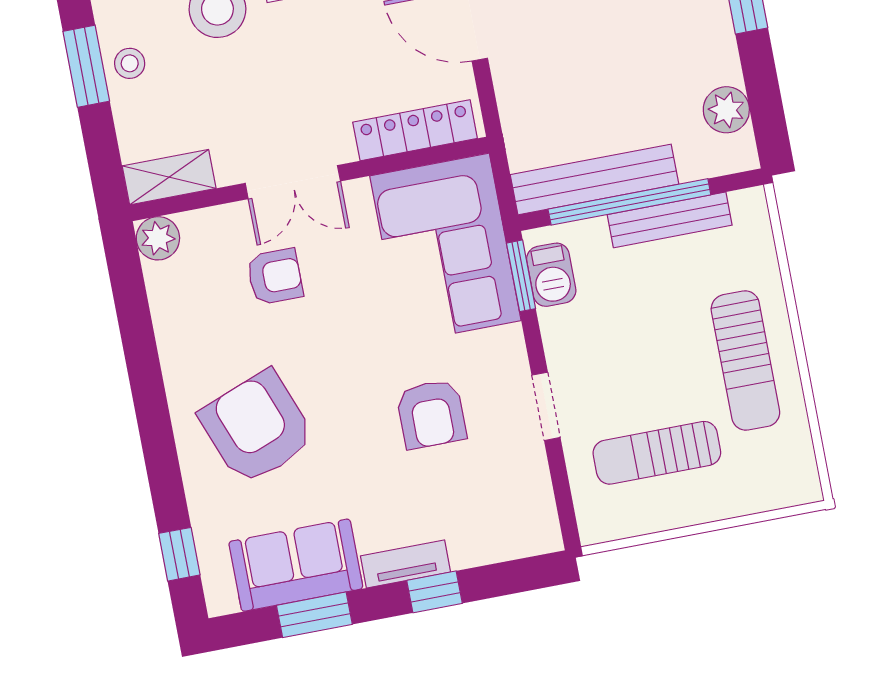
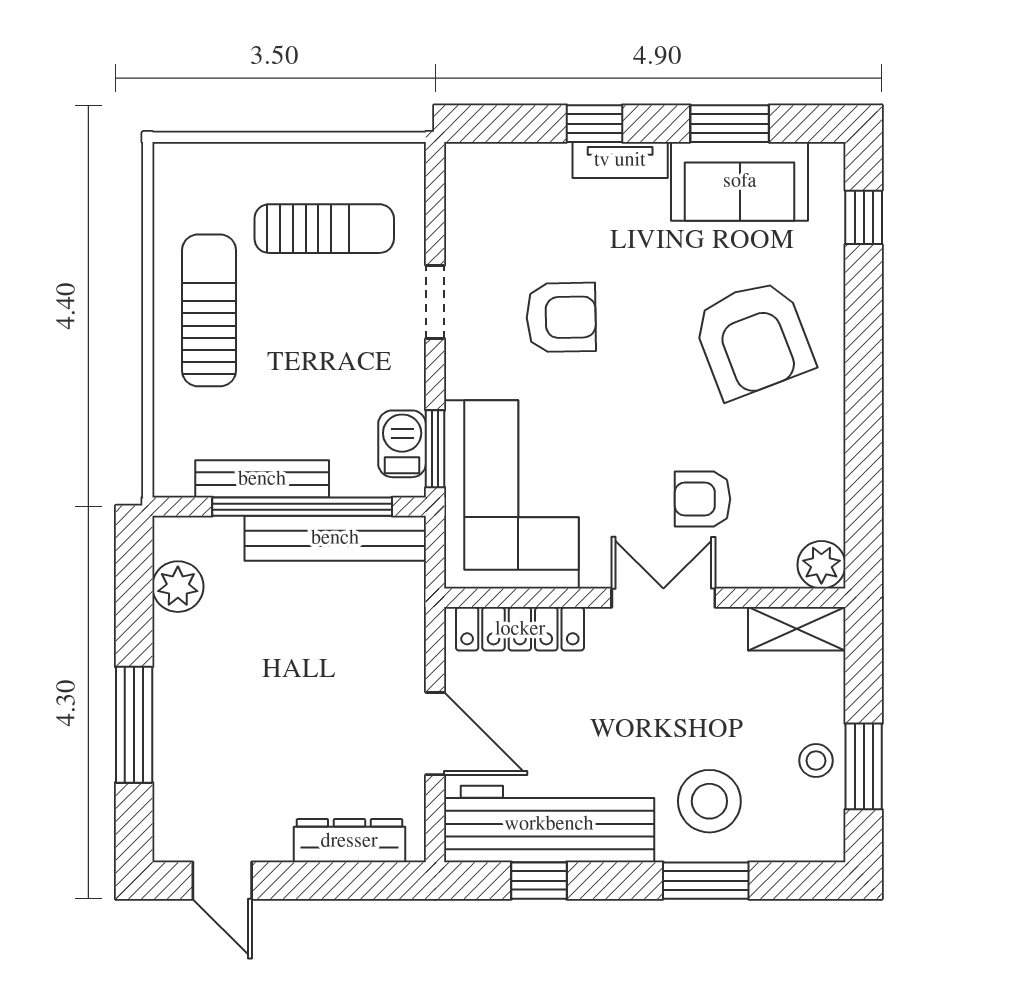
armchair: (431, 414) -> (561, 317), turned 89

